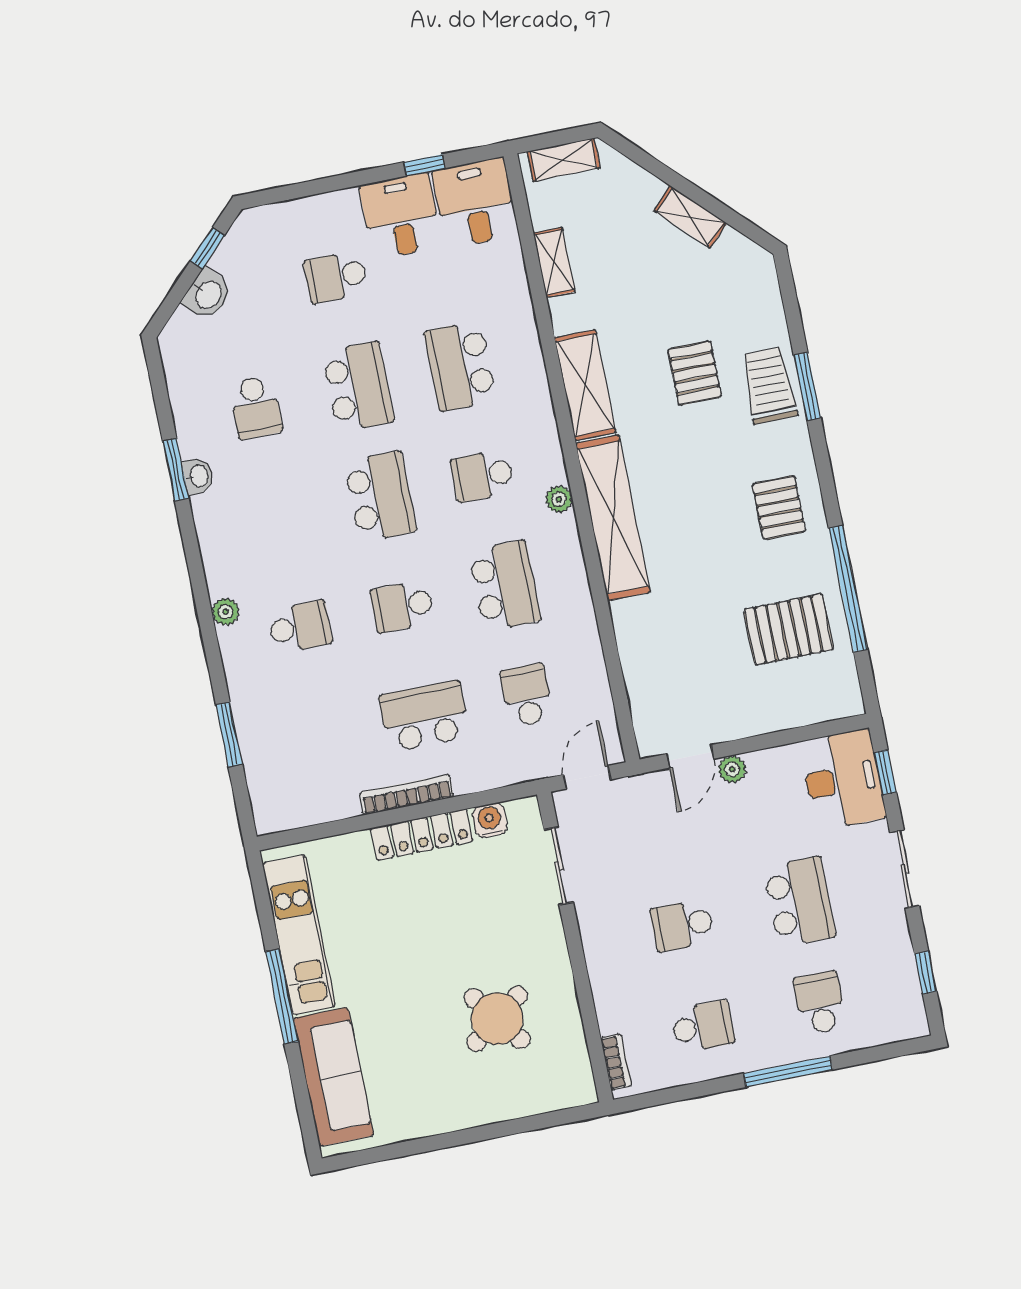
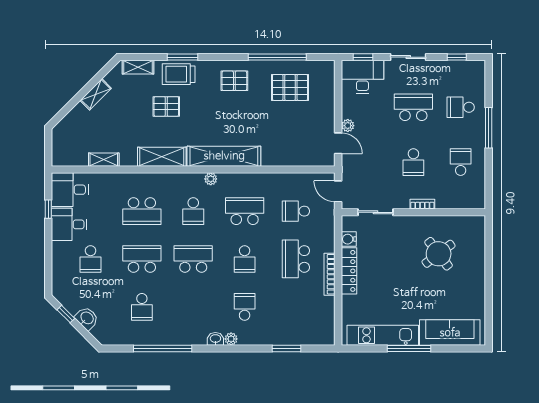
shelving: (564, 160) -> (138, 67), moved, turned 90
school desk: (256, 407) -> (142, 307), turned 90
window: (176, 470) -> (163, 348), width x2.11
washbasin: (198, 476) -> (215, 339), moved
pallet: (789, 629) -> (290, 87), turned 90
bookcase: (616, 1062) -> (422, 204), moved

